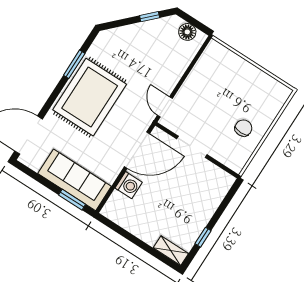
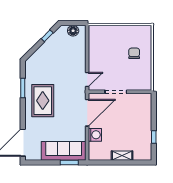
rug: (90, 97) -> (43, 101), width x0.73, depth x0.69
door: (165, 107) -> (87, 79), swing flipped
chair: (243, 128) -> (134, 53), moved
shelving: (171, 251) -> (122, 156), moved

